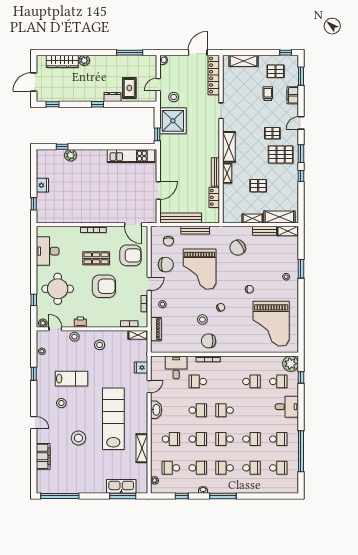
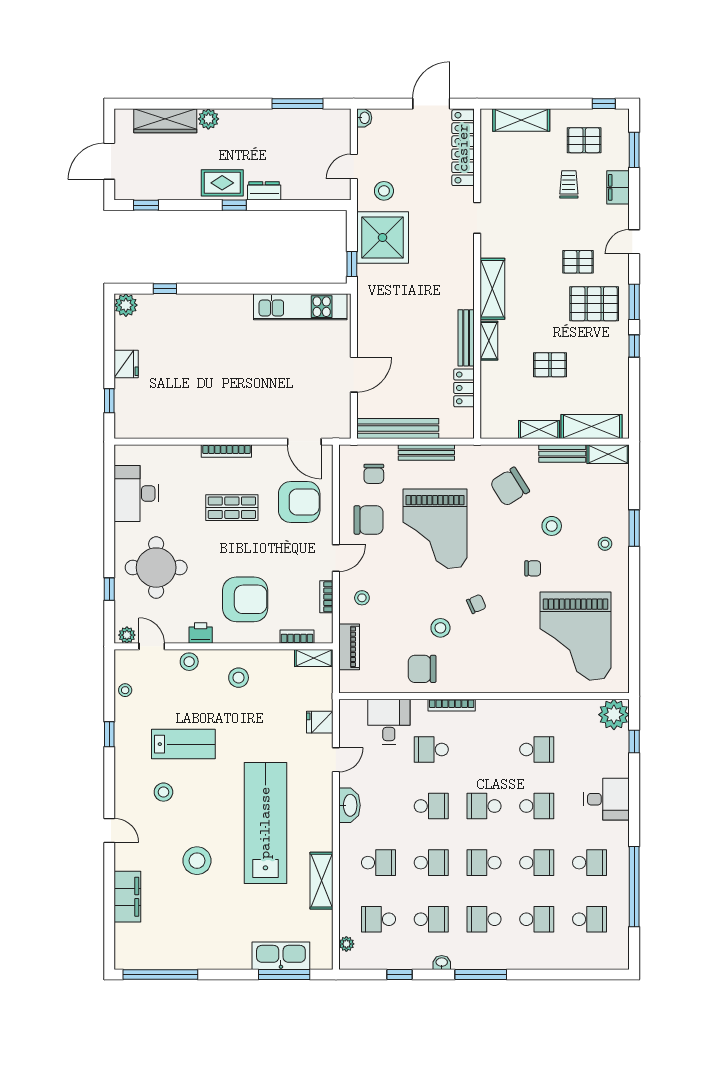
rug: (129, 88) -> (222, 183), moved, turned 90
plant: (71, 155) -> (126, 305), moved
stool: (259, 268) -> (552, 526), added
armchair: (104, 286) -> (245, 599), moved
chair: (209, 341) -> (422, 669), moved
school desk: (278, 381) -> (537, 806), moved

